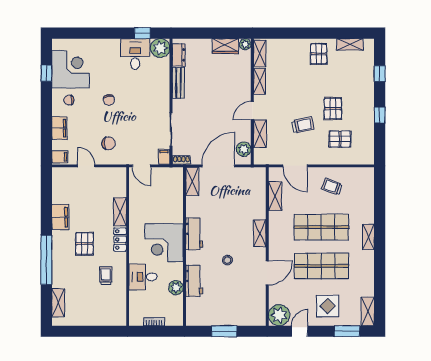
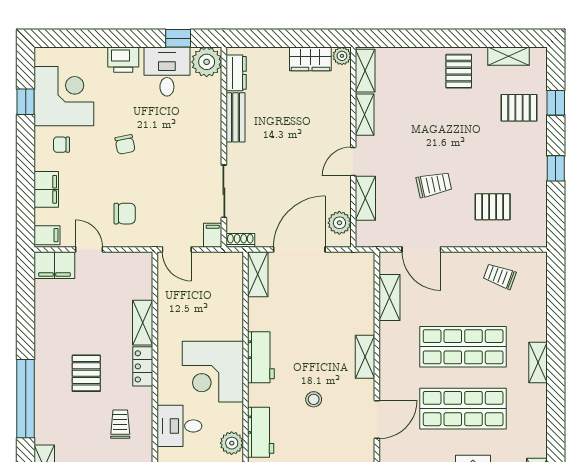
printer: (108, 47) -> (123, 60), added
pallet: (333, 109) -> (519, 108), moved, turned 90
trolley: (332, 187) -> (500, 276), moved
filing cabinet: (60, 217) -> (54, 265), moved, turned 90

